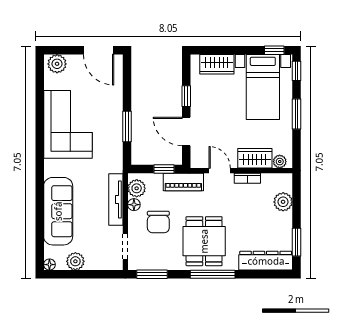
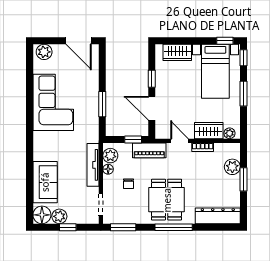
sofa: (58, 211) -> (45, 182), width x0.73
chair: (158, 222) -> (128, 184), width x0.54, depth x0.54
window: (297, 242) -> (244, 179), moved
floor lamp: (49, 265) -> (42, 215), width x1.89, depth x1.89
window: (85, 274) -> (68, 227), added

